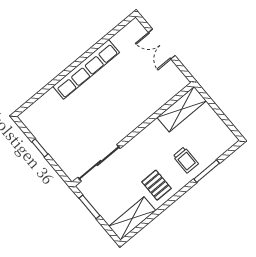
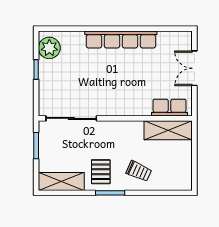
row of seats: (168, 91) -> (169, 108), added
plant: (36, 123) -> (49, 48), added
trolley: (186, 160) -> (139, 171), turned -66
window: (207, 171) -> (110, 193), moved

